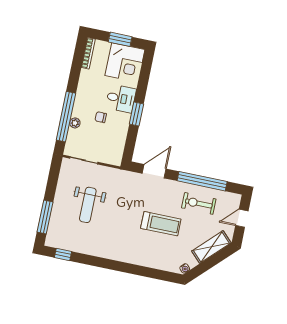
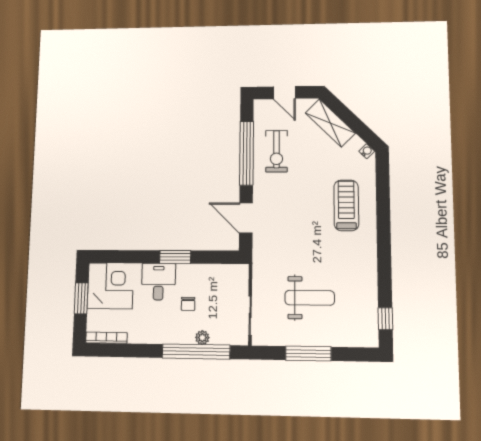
window: (45, 217) -> (308, 353), moved
treadmill: (161, 224) -> (346, 205), moved

